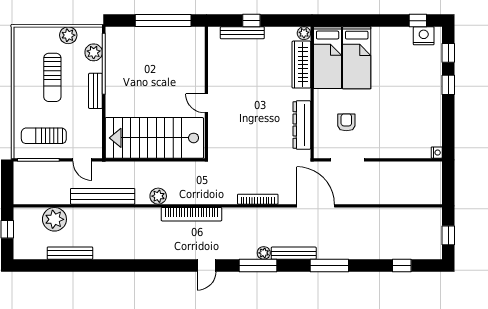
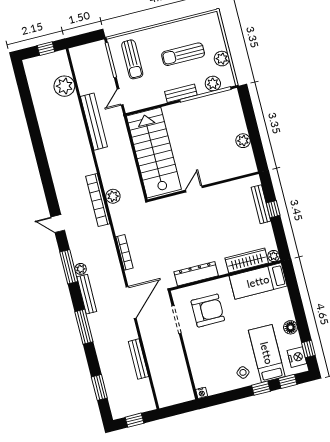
window: (163, 21) -> (254, 135), removed
floor lamp: (389, 34) -> (291, 327), added
plant: (166, 35) -> (243, 141), added
bed: (357, 58) -> (267, 353), moved, turned 90
side table: (426, 100) -> (243, 372), added
armchair: (346, 122) -> (208, 311), width x1.88, depth x1.88
sun lounger: (44, 136) -> (132, 59), turned 180
plant: (158, 196) -> (113, 196), moved
bench: (70, 253) -> (138, 359), moved
window: (402, 266) -> (99, 387), width x1.50

